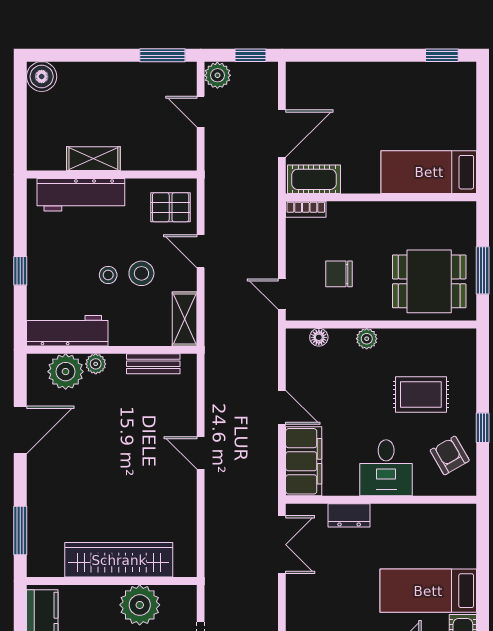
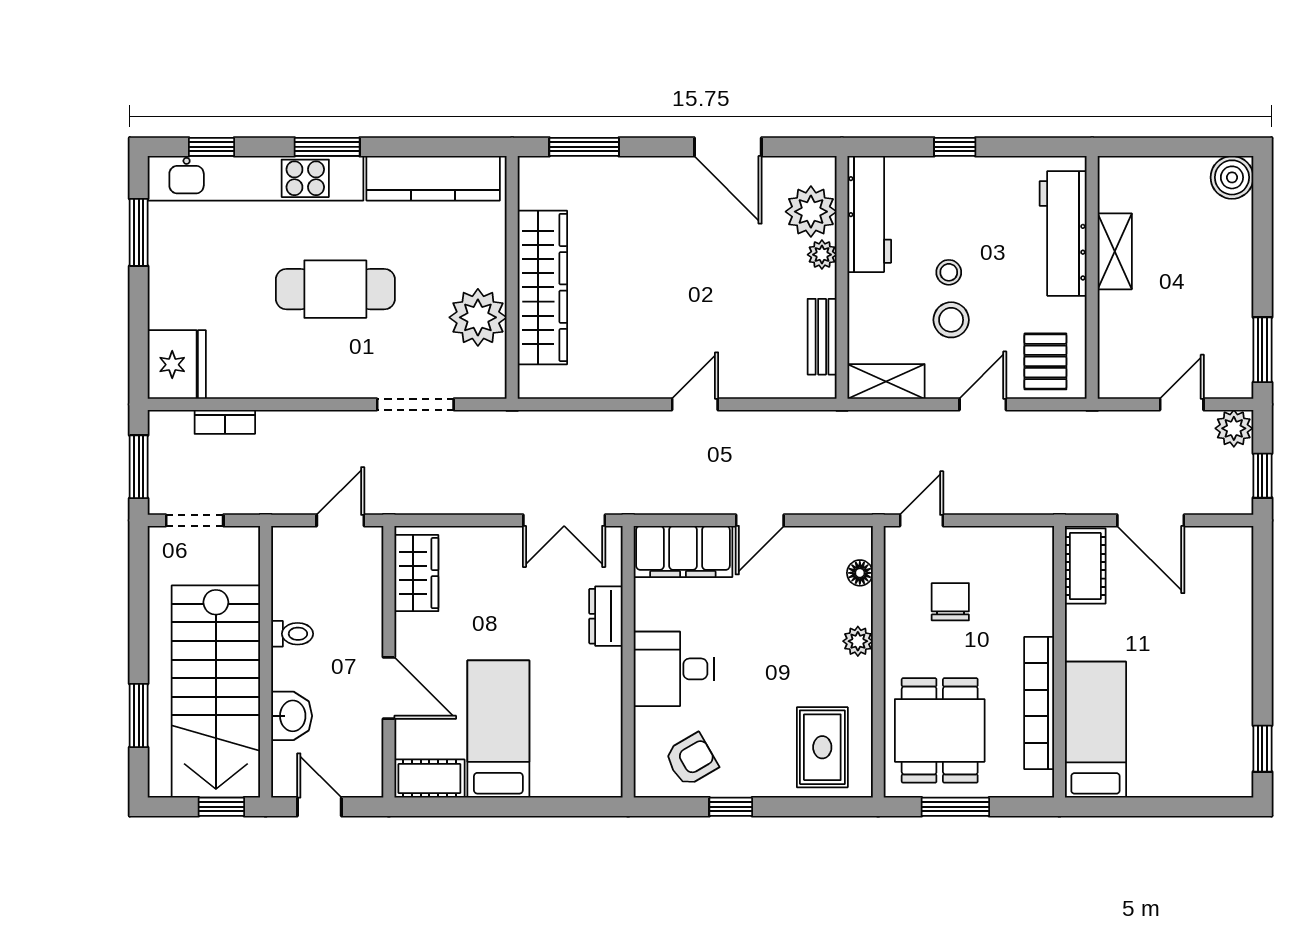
bookcase: (306, 209) -> (1039, 703), moved, width x2.31, depth x1.31
rug: (421, 394) -> (822, 747), moved

